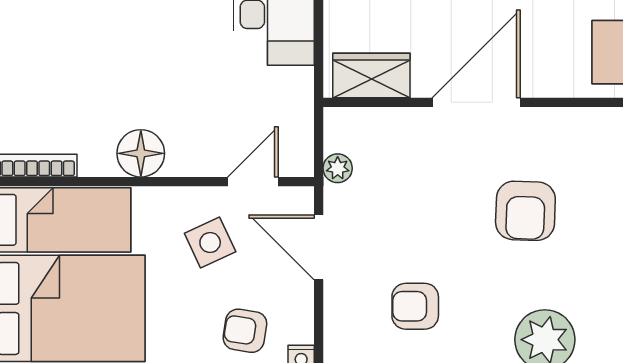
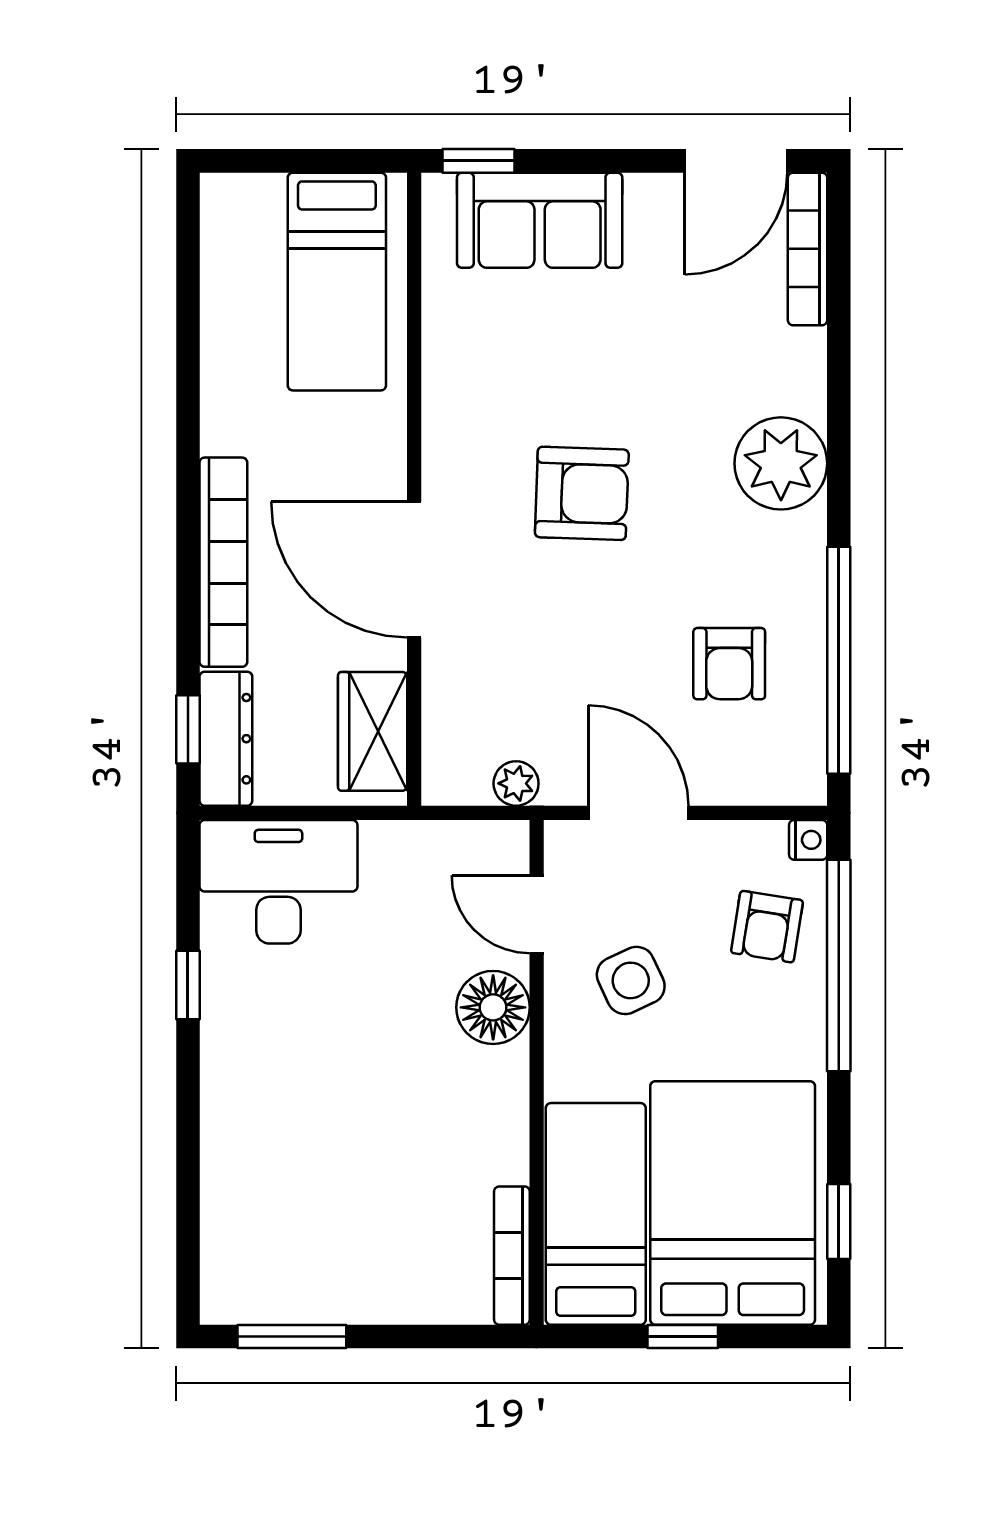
floor lamp: (141, 153) -> (493, 1007), moved
door: (319, 247) -> (638, 813), swing flipped

